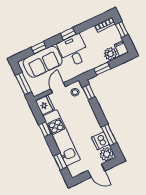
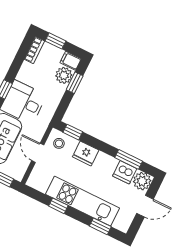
window: (102, 69) -> (75, 83), moved
fridge: (45, 105) -> (86, 153), moved, turned 180

